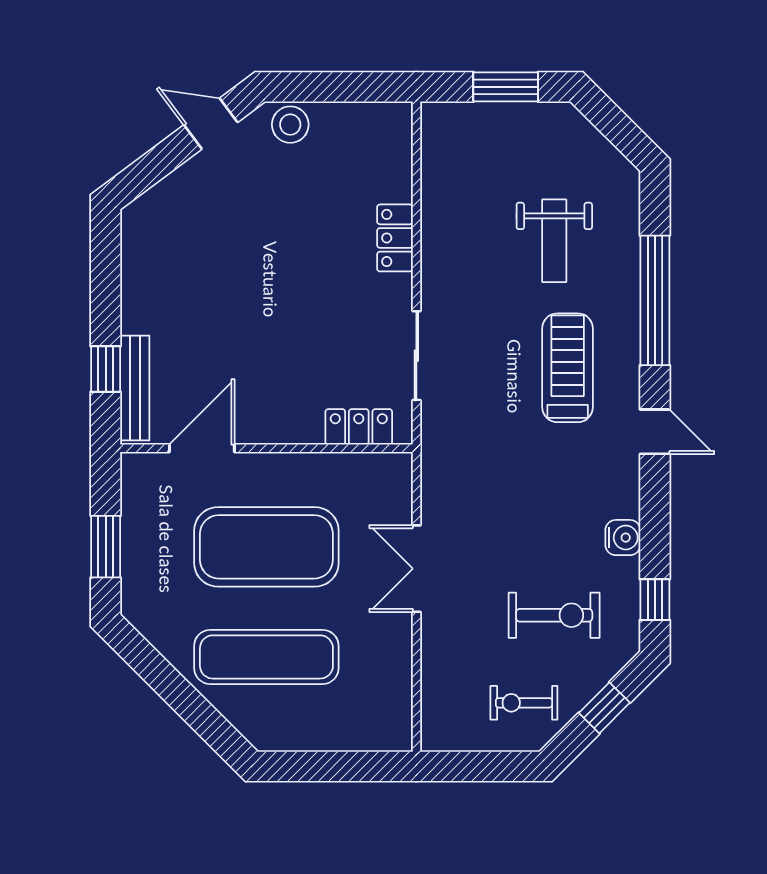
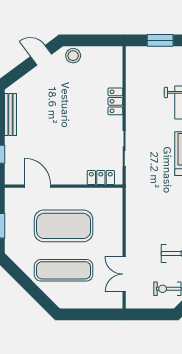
bench: (135, 388) -> (10, 115), moved
door: (202, 448) -> (38, 186), hinge flipped
double door: (416, 569) -> (124, 274), moved

